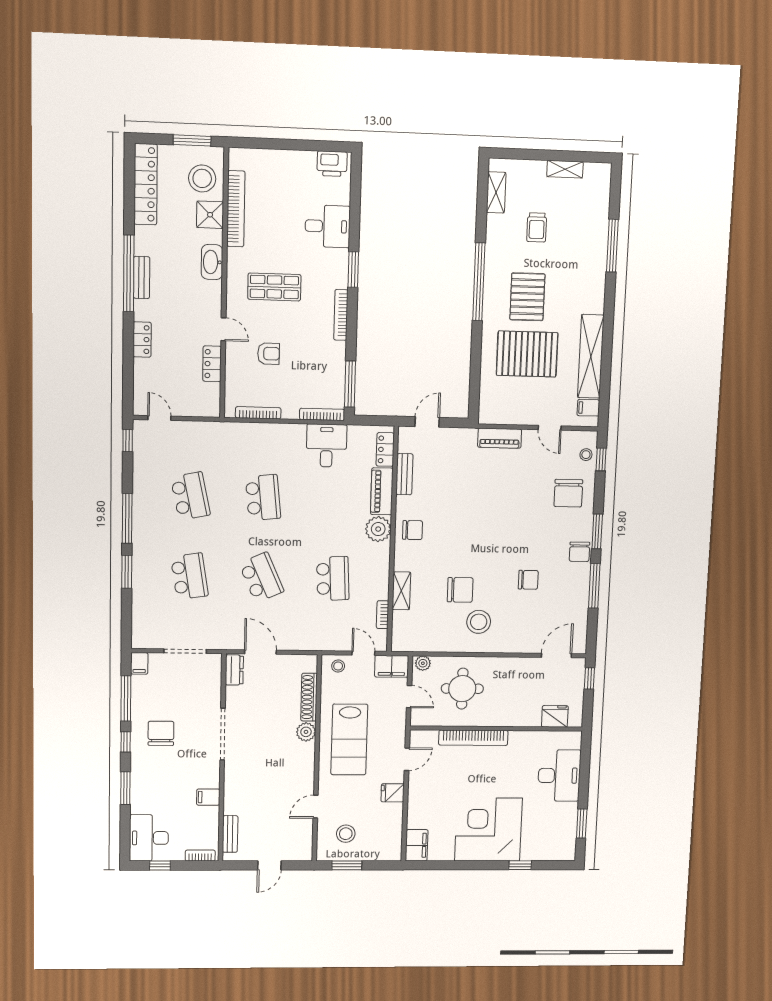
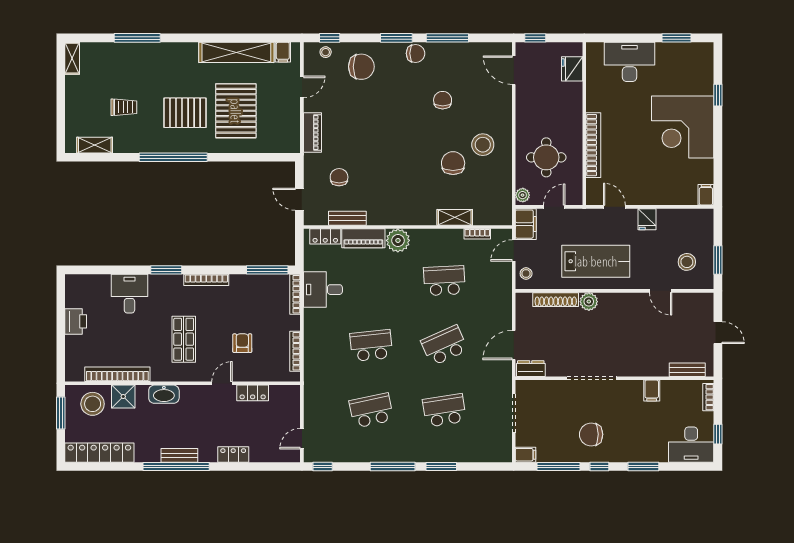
printer: (332, 164) -> (76, 321), moved
shelving: (565, 169) -> (72, 58), moved
chair: (413, 530) -> (339, 177), moved
filing cabinet: (417, 845) -> (706, 195), width x0.50

